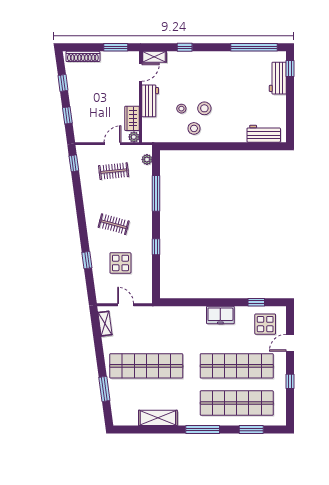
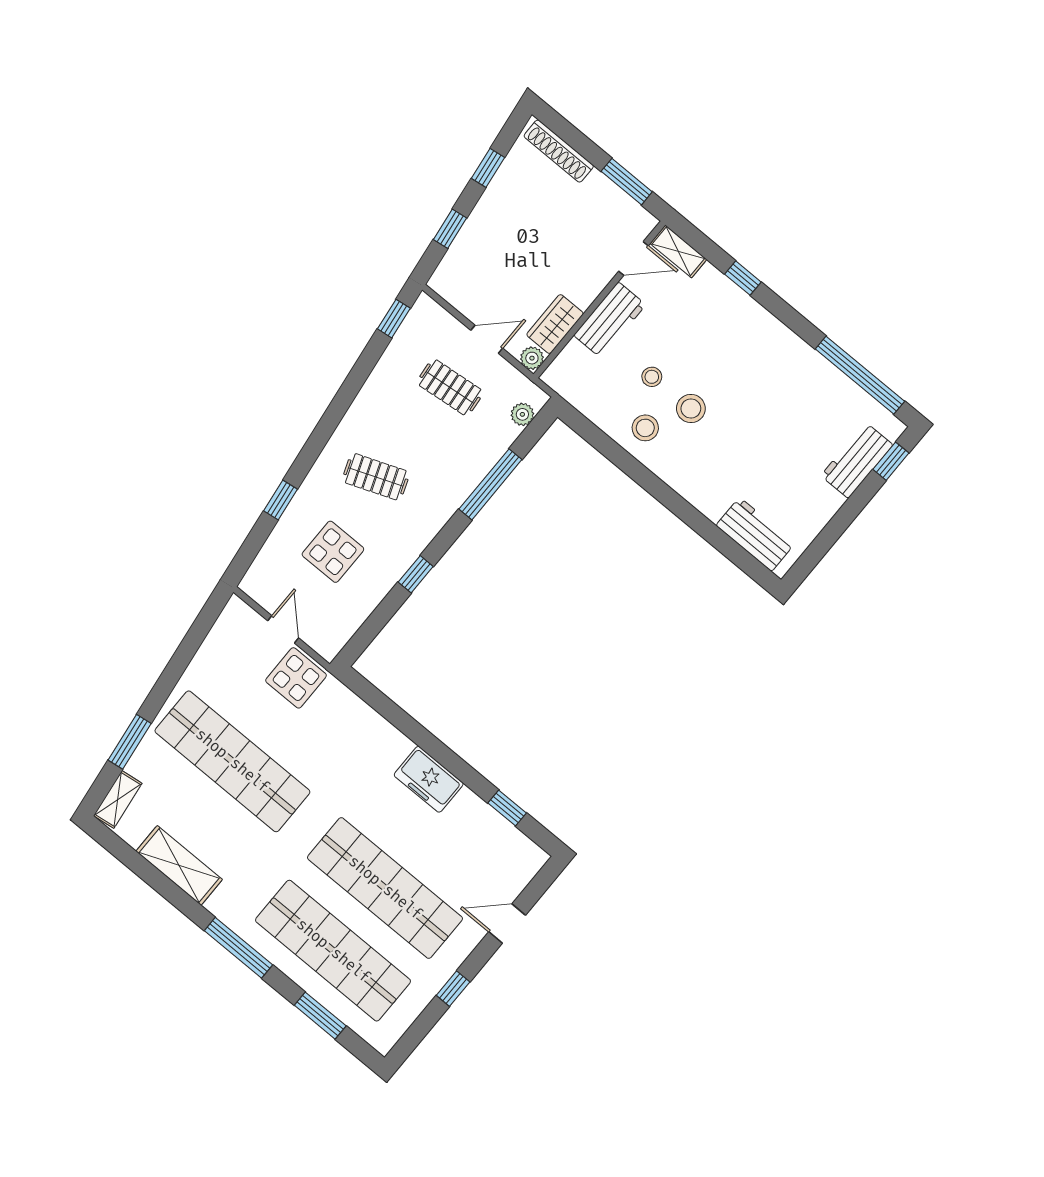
clothes rail: (114, 224) -> (376, 477), turned -36
shelving: (105, 324) -> (118, 799), moved
display table: (265, 324) -> (296, 678), moved

